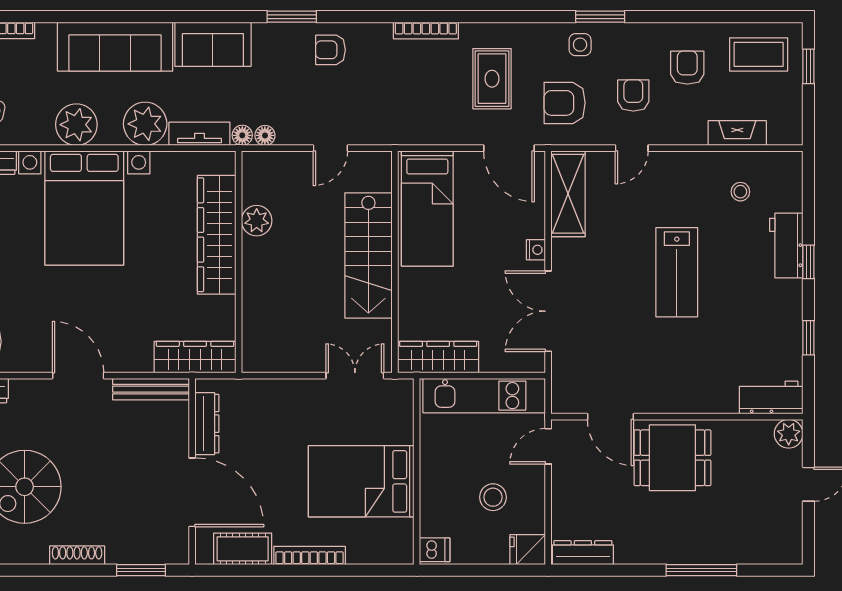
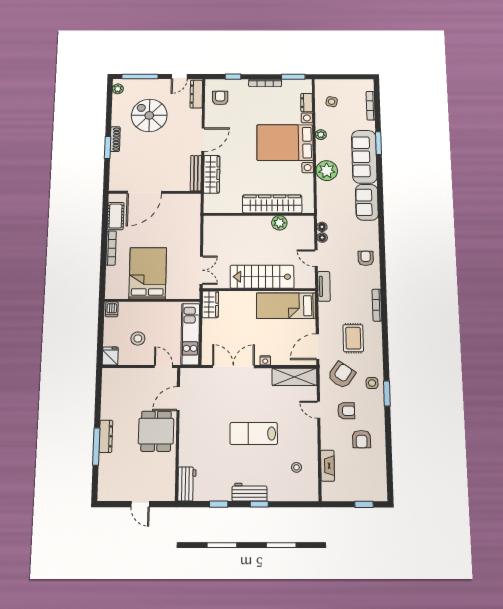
window: (292, 17) -> (379, 143), moved
coffee table: (759, 54) -> (370, 477), removed
armchair: (687, 68) -> (362, 439), turned 90
rug: (492, 79) -> (353, 338), turned 90
armchair: (565, 103) -> (342, 375), turned 35
plant: (76, 125) -> (321, 135), width x0.53, depth x0.53
tv unit: (199, 134) -> (324, 286), moved
floor lamp: (242, 135) -> (322, 238), moved
workbench: (786, 245) -> (249, 492), moved
wardrobe: (195, 357) -> (212, 174), moved
wardrobe: (438, 357) -> (210, 304), width x0.67
dresser: (207, 424) -> (178, 199), removed
plant: (789, 434) -> (167, 493), removed
dresser: (583, 553) -> (106, 436), moved
window: (141, 570) -> (108, 147), moved

